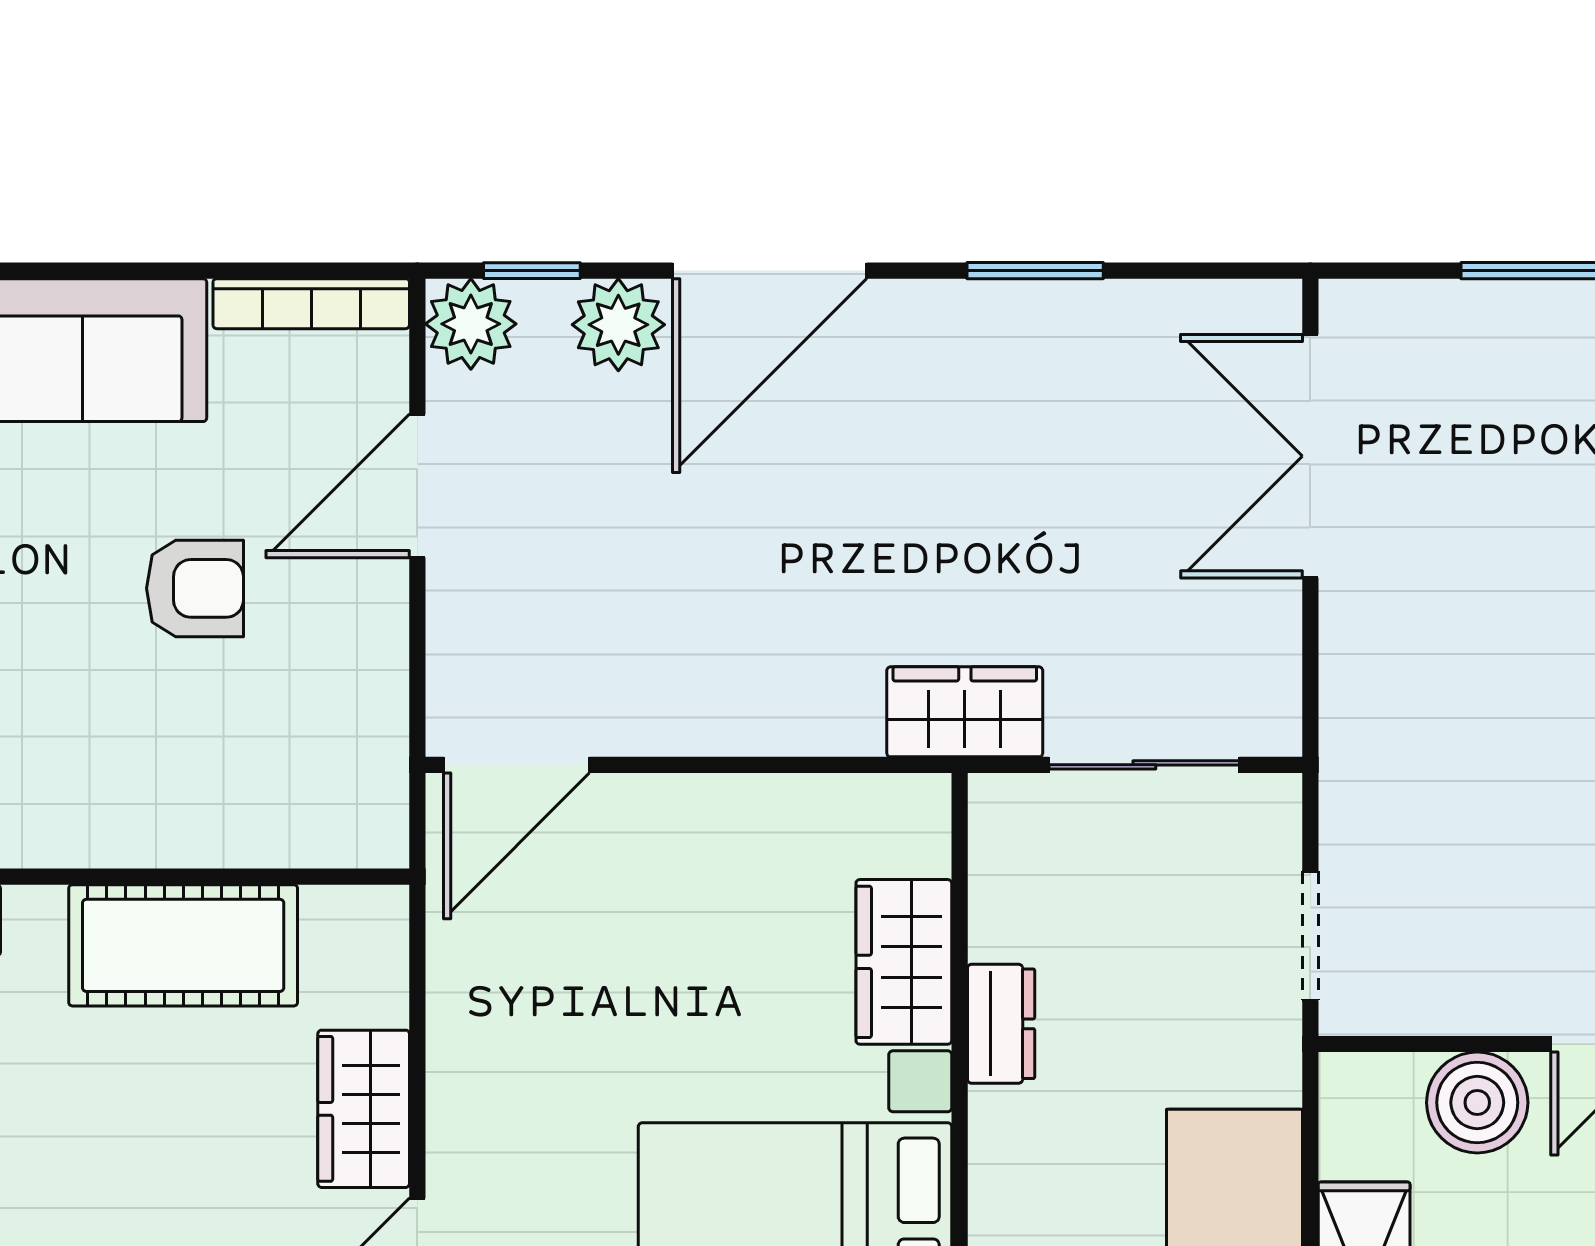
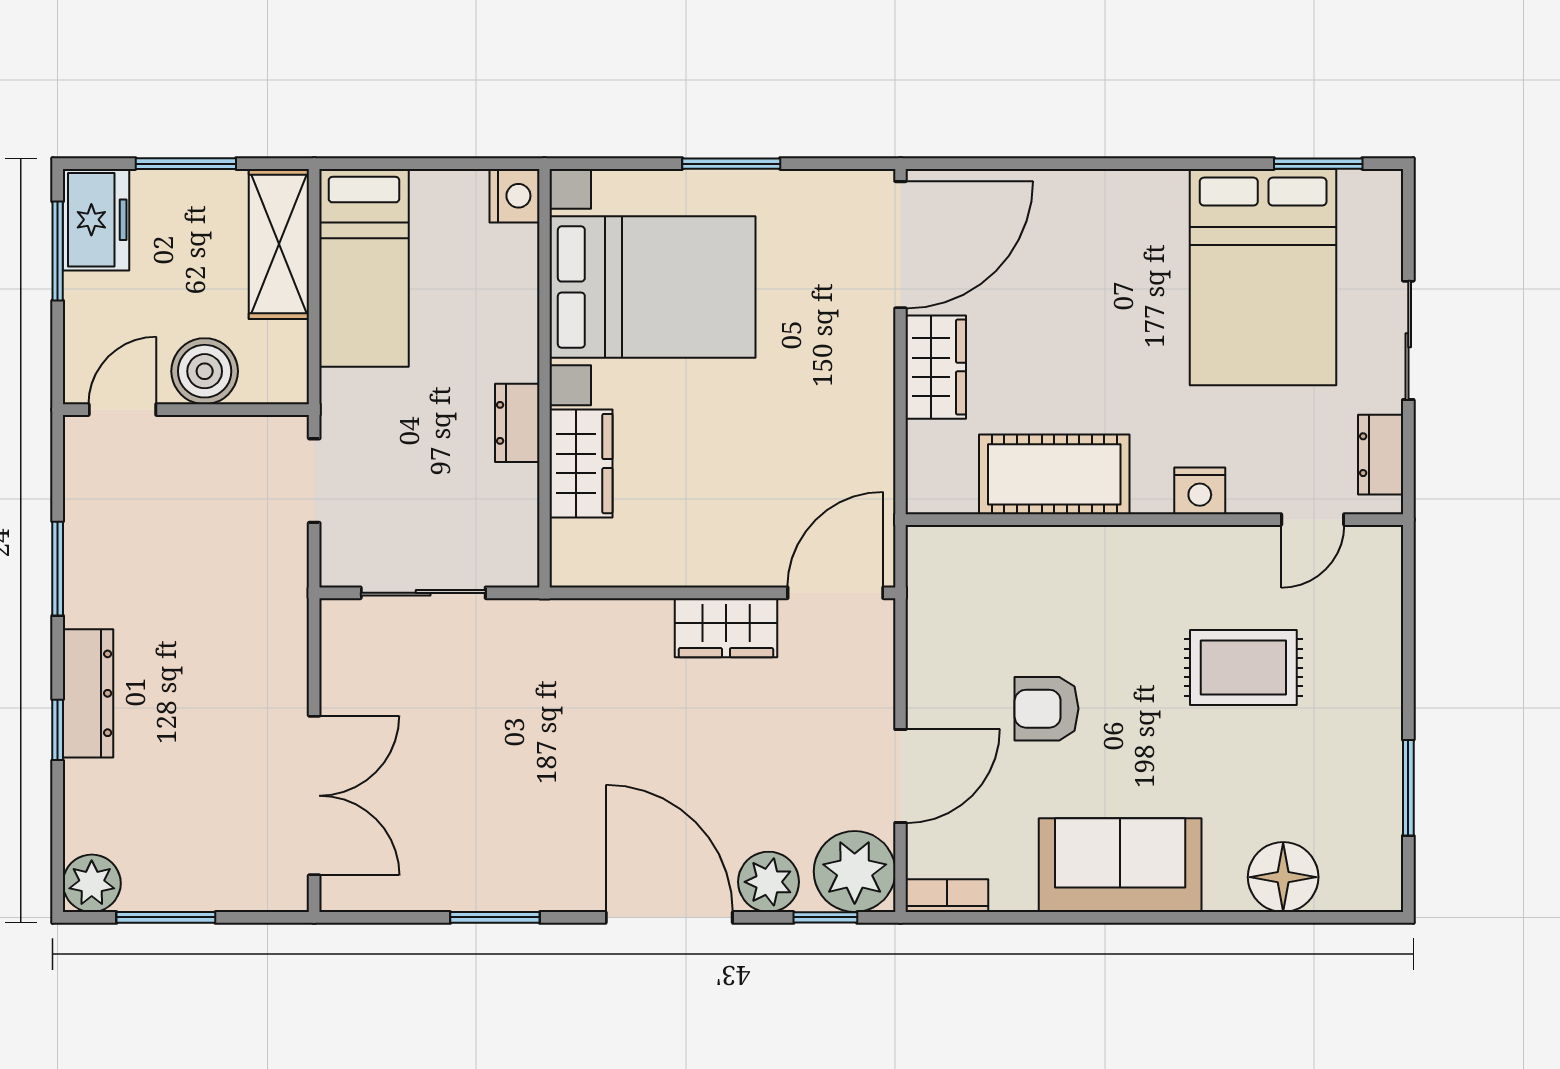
door: (770, 271) -> (669, 917), hinge flipped
bookcase: (311, 304) -> (947, 896), width x0.64
plant: (471, 324) -> (855, 871), width x1.36, depth x1.36
wardrobe: (965, 712) -> (726, 628), moved

